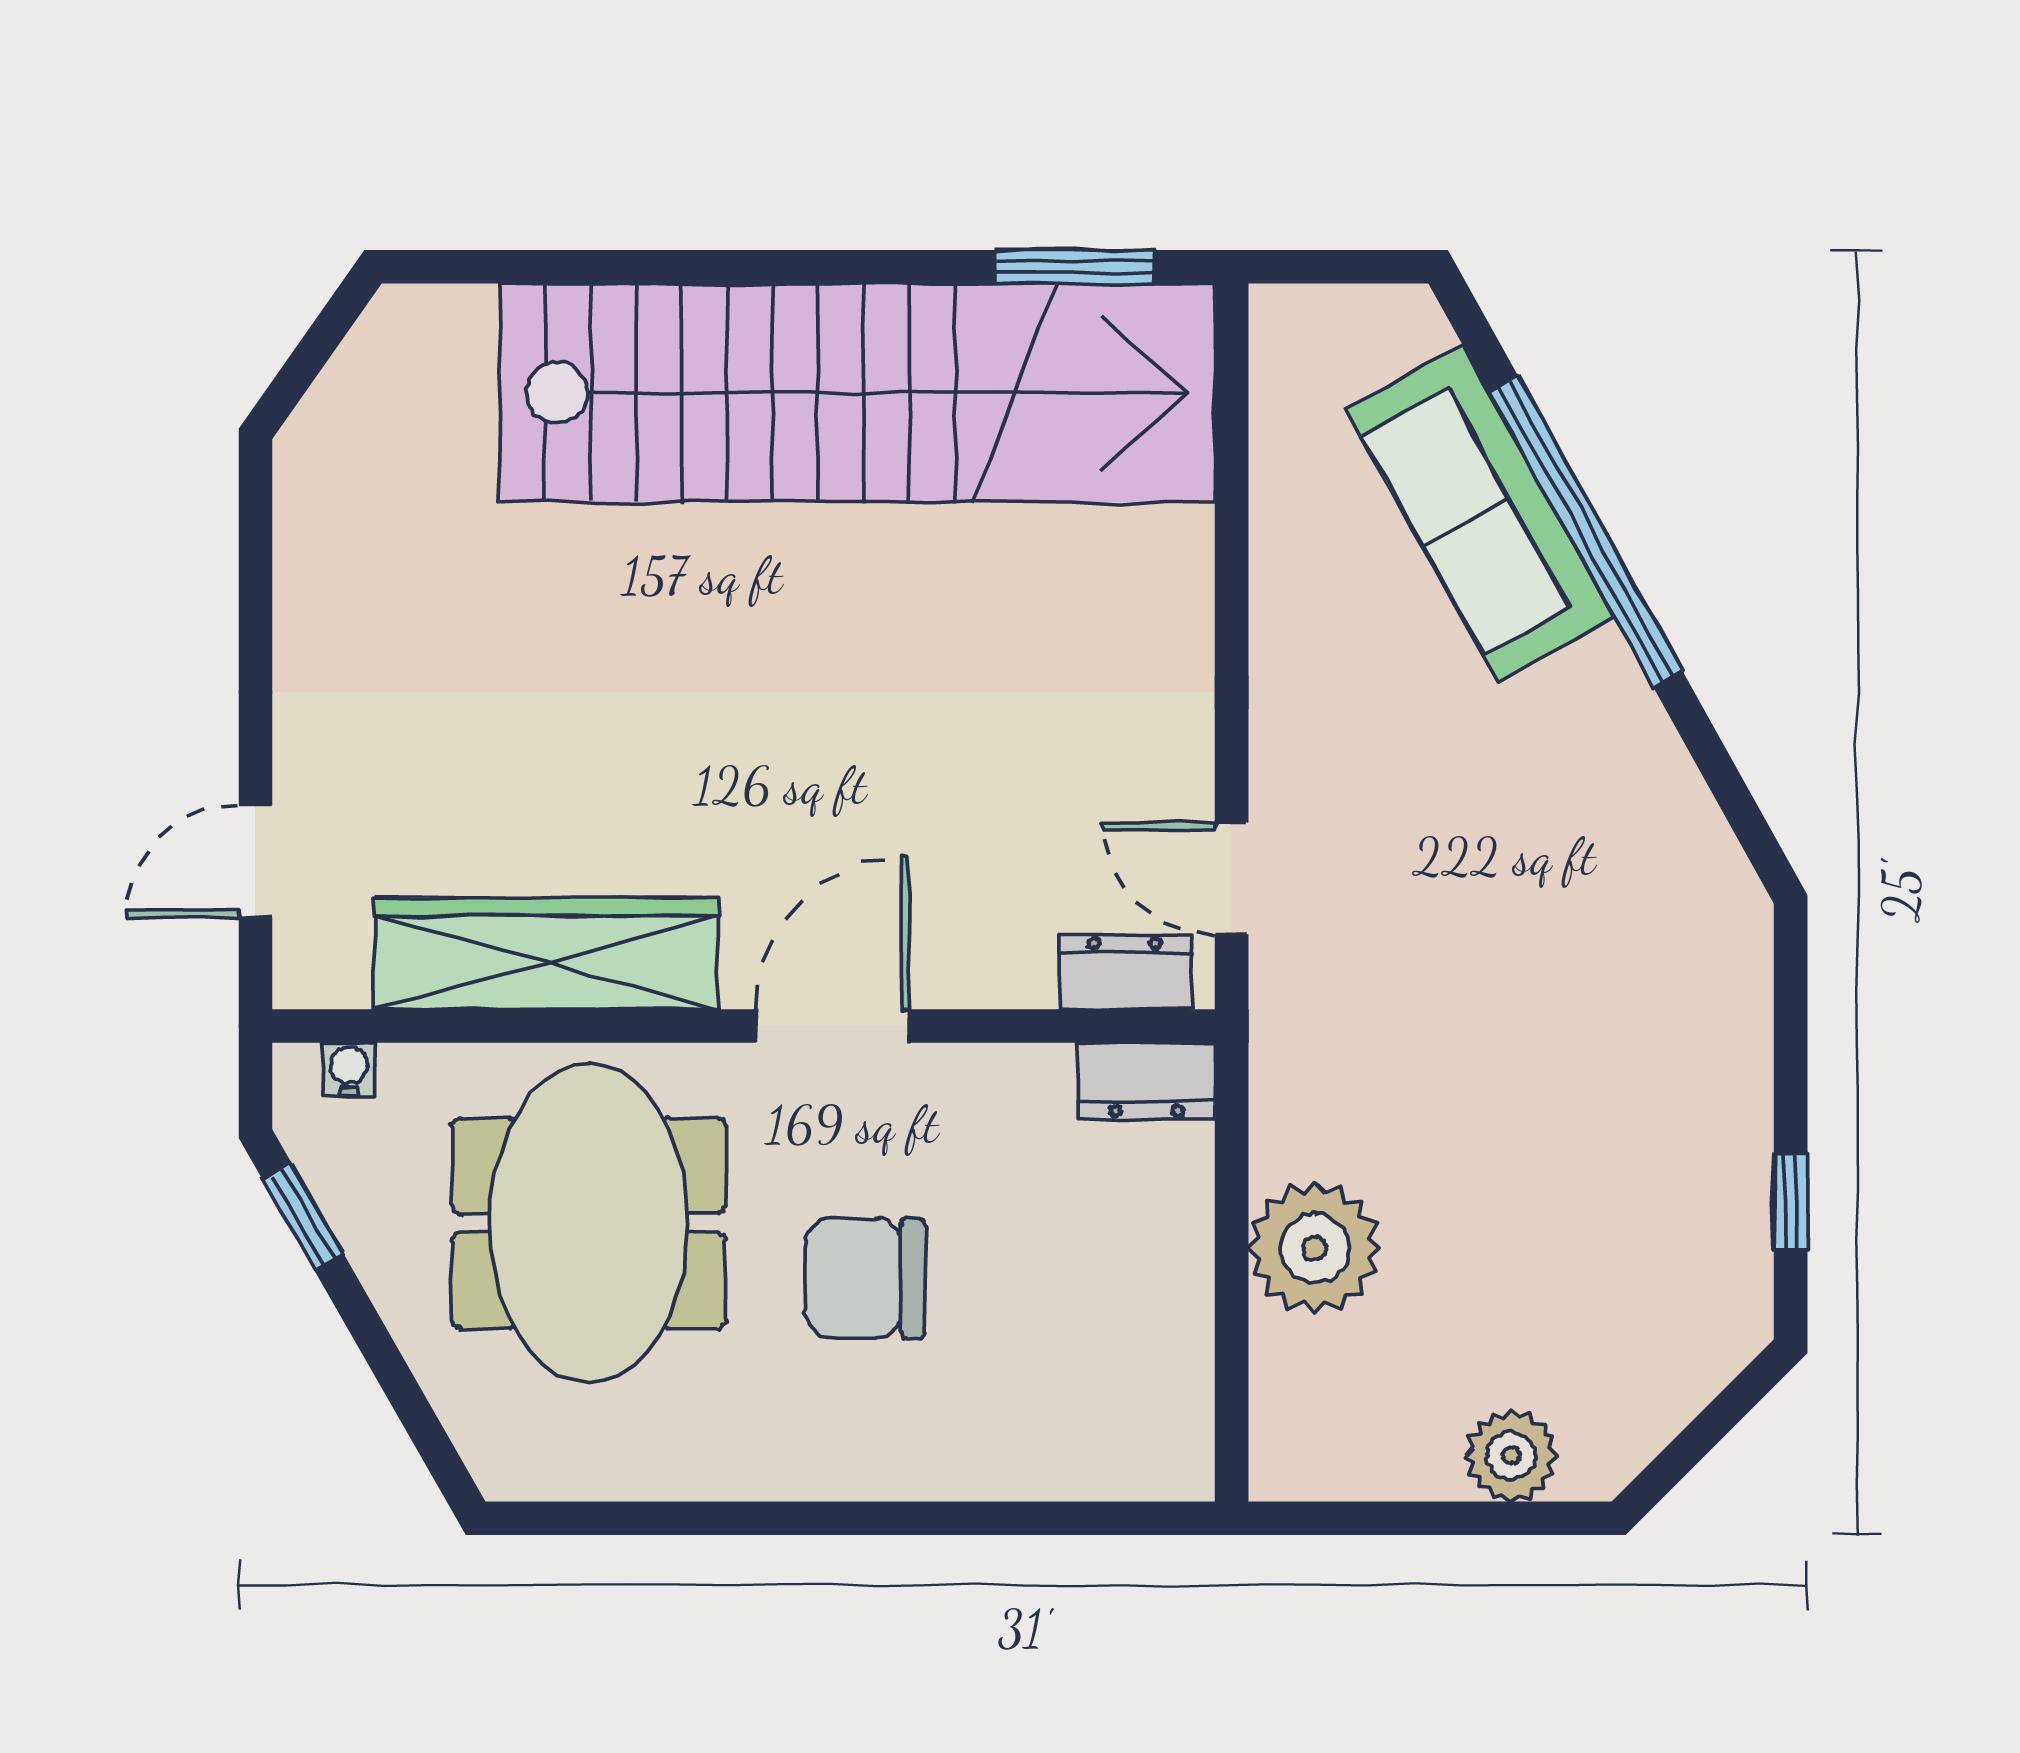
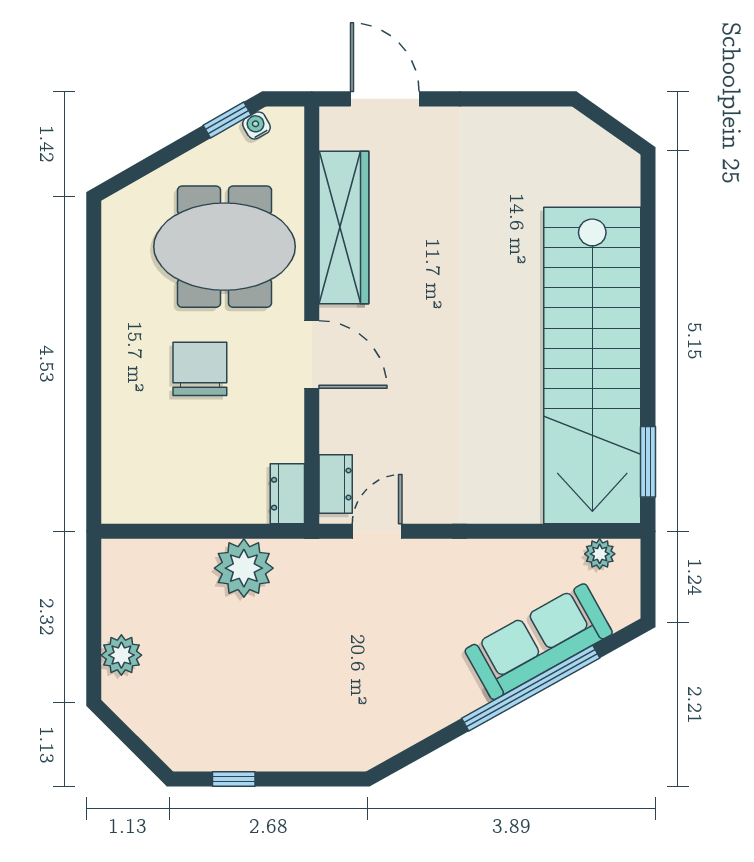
plant: (1283, 376) -> (600, 554), added
door: (255, 861) -> (385, 99), width x1.38
water cooler: (349, 1070) -> (256, 125), moved, turned -120
plant: (1314, 1248) -> (244, 568), moved

